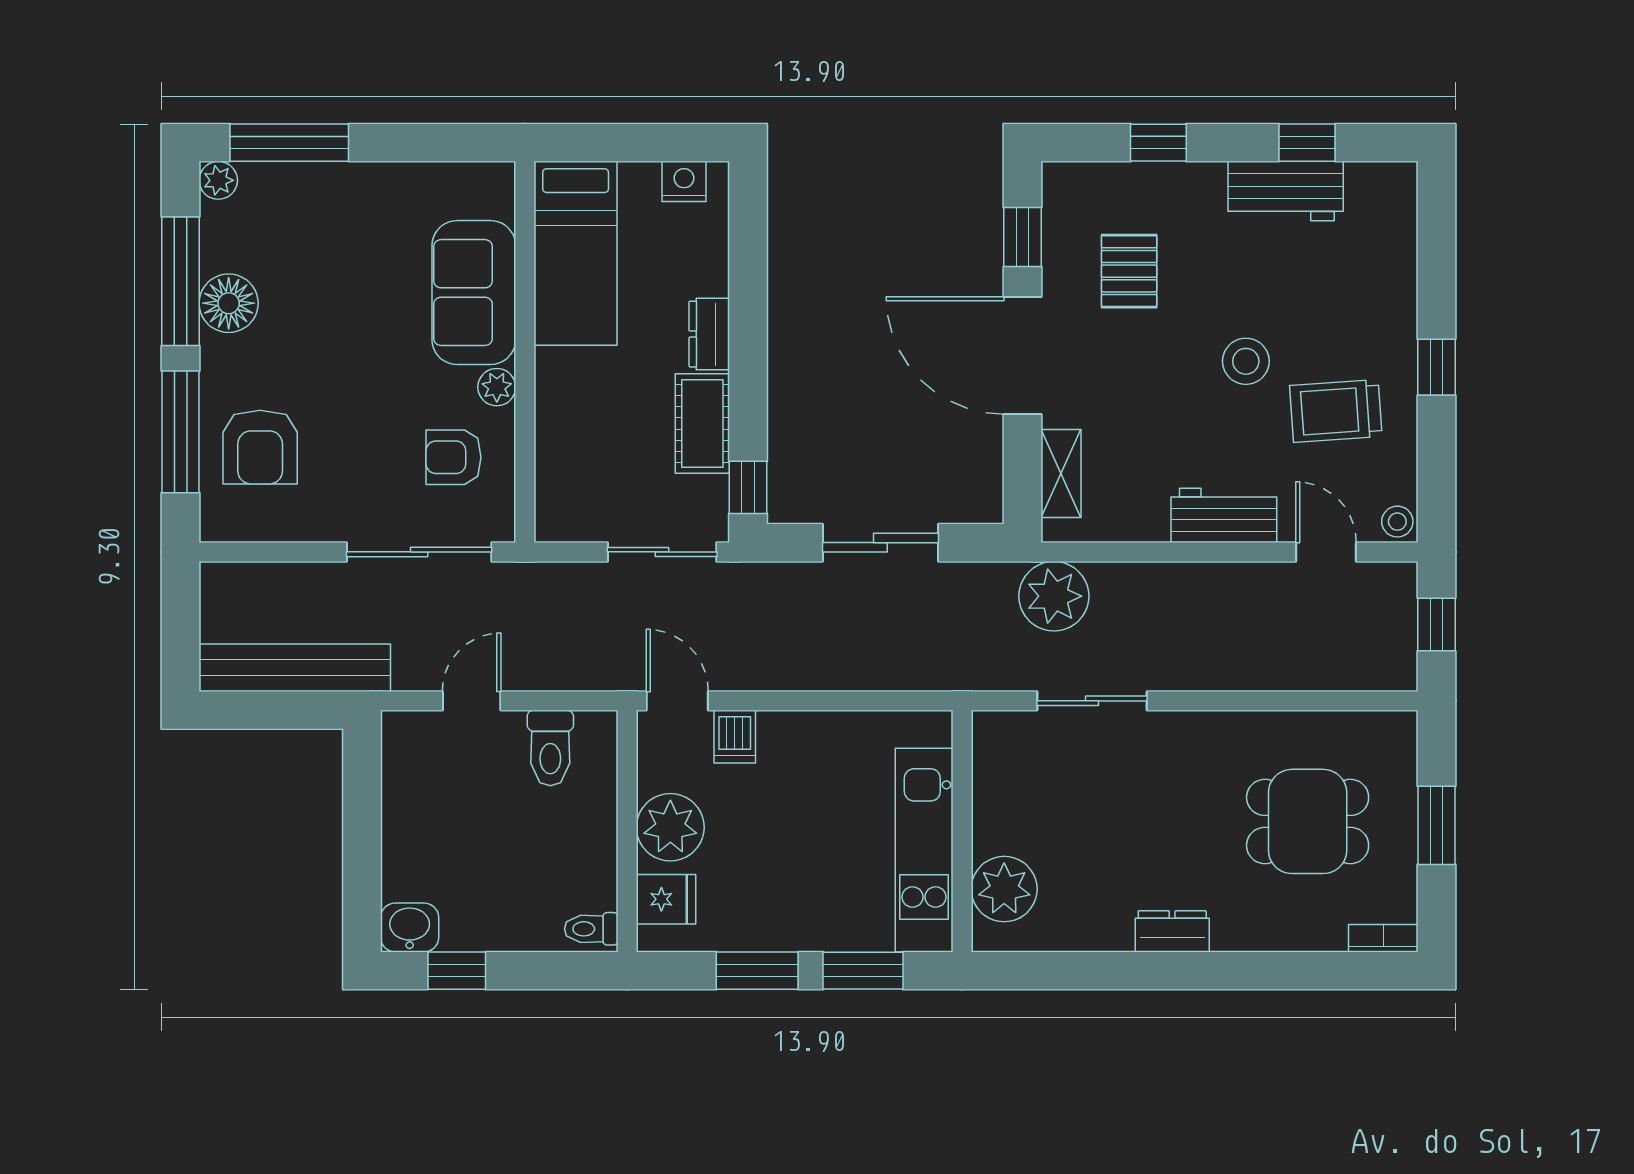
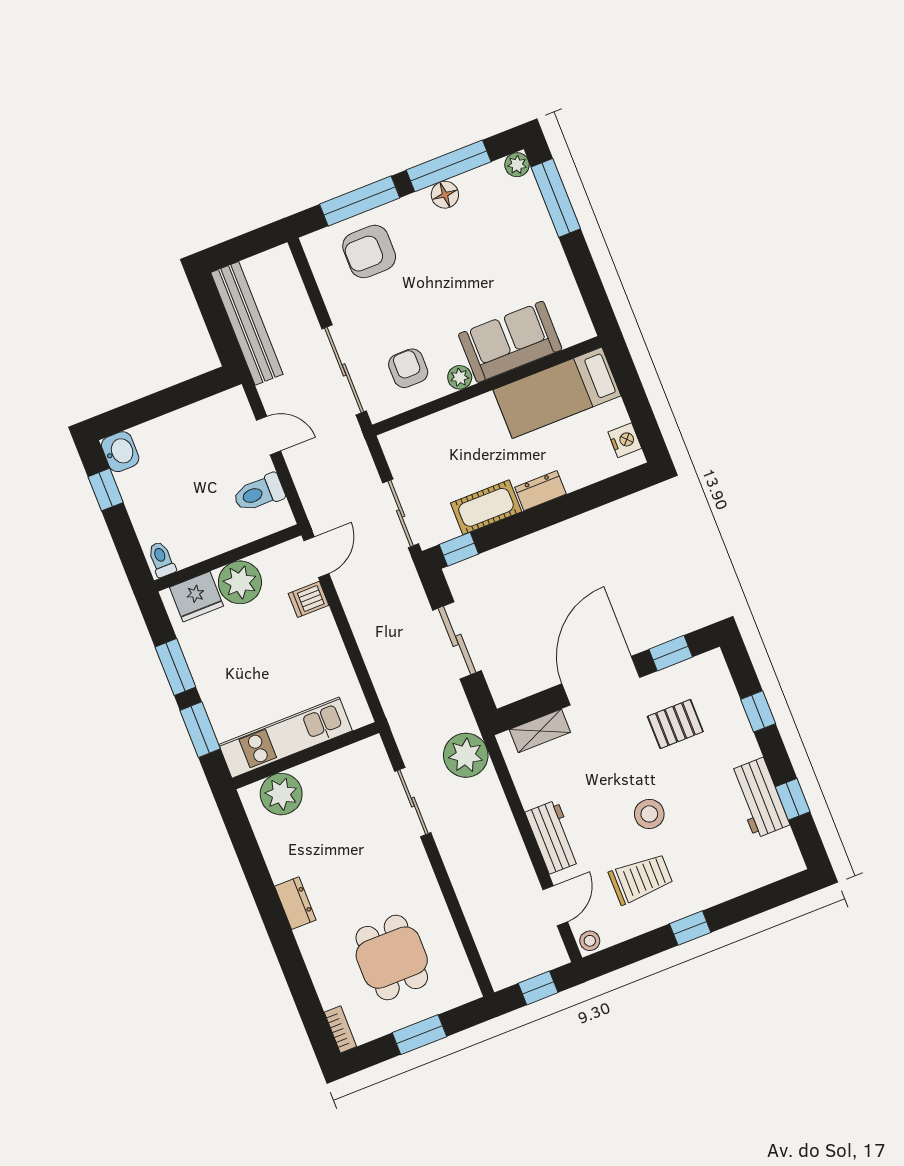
floor lamp: (229, 303) -> (445, 195), width x0.73, depth x0.73
trolley: (1336, 411) -> (641, 879), turned 94
fridge: (666, 899) -> (196, 597), width x1.38

